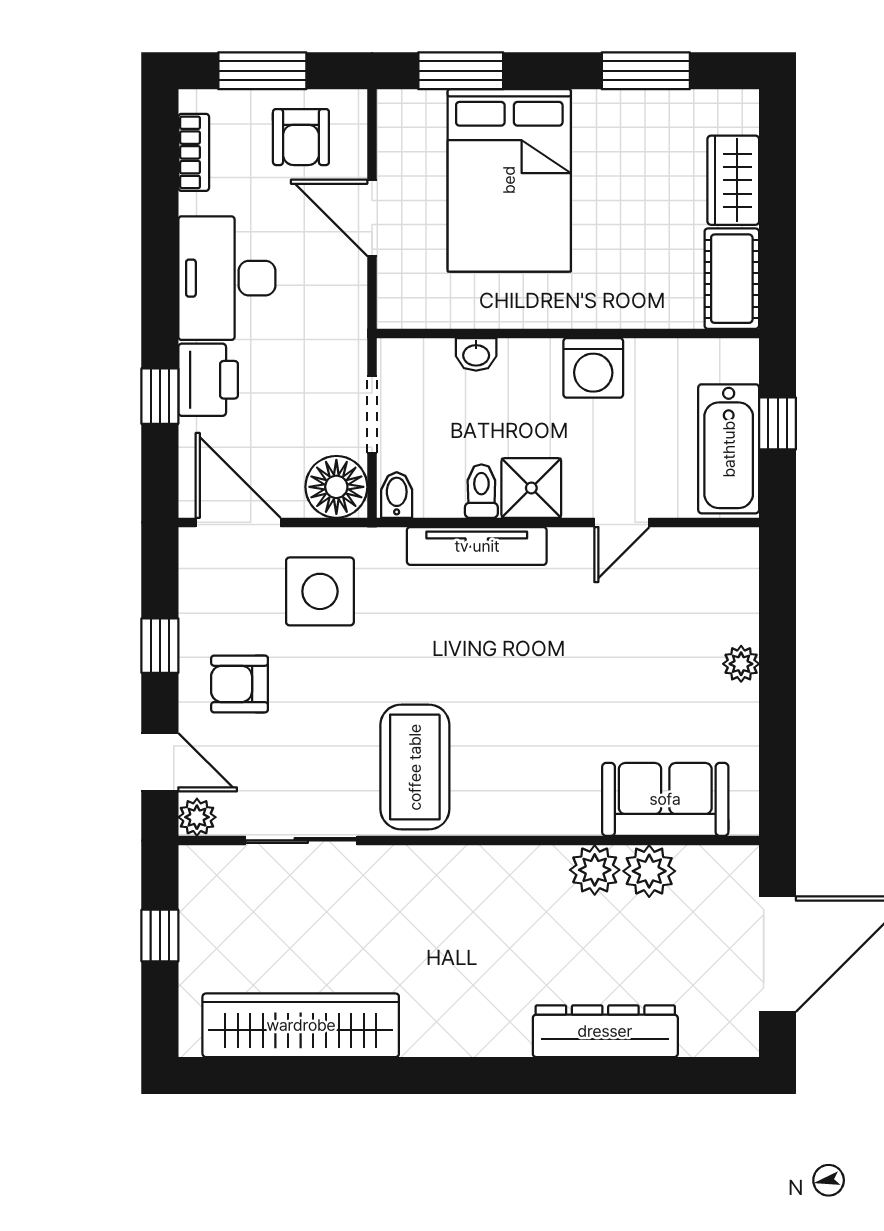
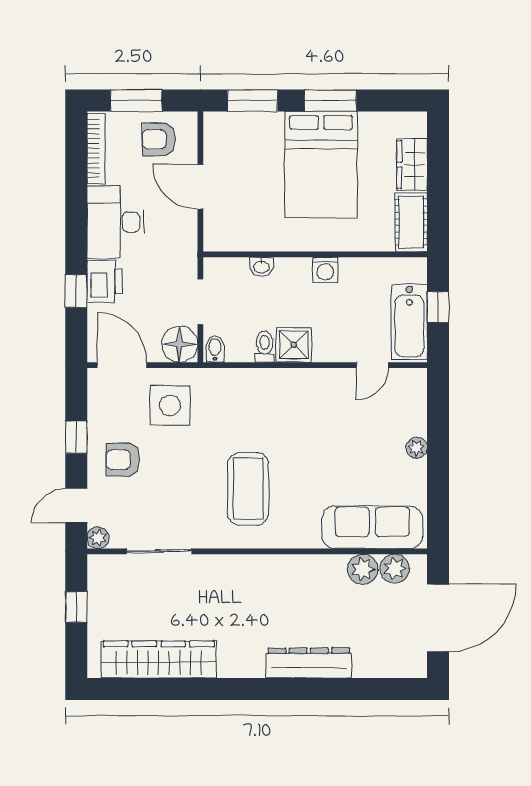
window: (646, 71) -> (330, 101), moved
armchair: (301, 137) -> (159, 139), turned 90
bookcase: (194, 152) -> (96, 148), width x1.56
bed: (509, 180) -> (321, 165), moved
washing machine: (593, 368) -> (325, 270), width x0.73, depth x0.73
door: (622, 522) -> (372, 365), moved
tv unit: (477, 546) -> (262, 379), removed
door: (160, 762) -> (76, 506), swing flipped
coffee table: (415, 767) -> (248, 489), moved
sofa: (665, 799) -> (372, 527), width x1.36
plant: (595, 870) -> (395, 569), moved
dresser: (605, 1031) -> (309, 663), moved

